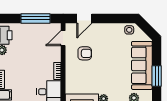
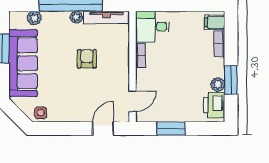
window: (35, 18) -> (171, 129), width x0.69
armchair: (85, 53) -> (87, 59), moved, turned 90

